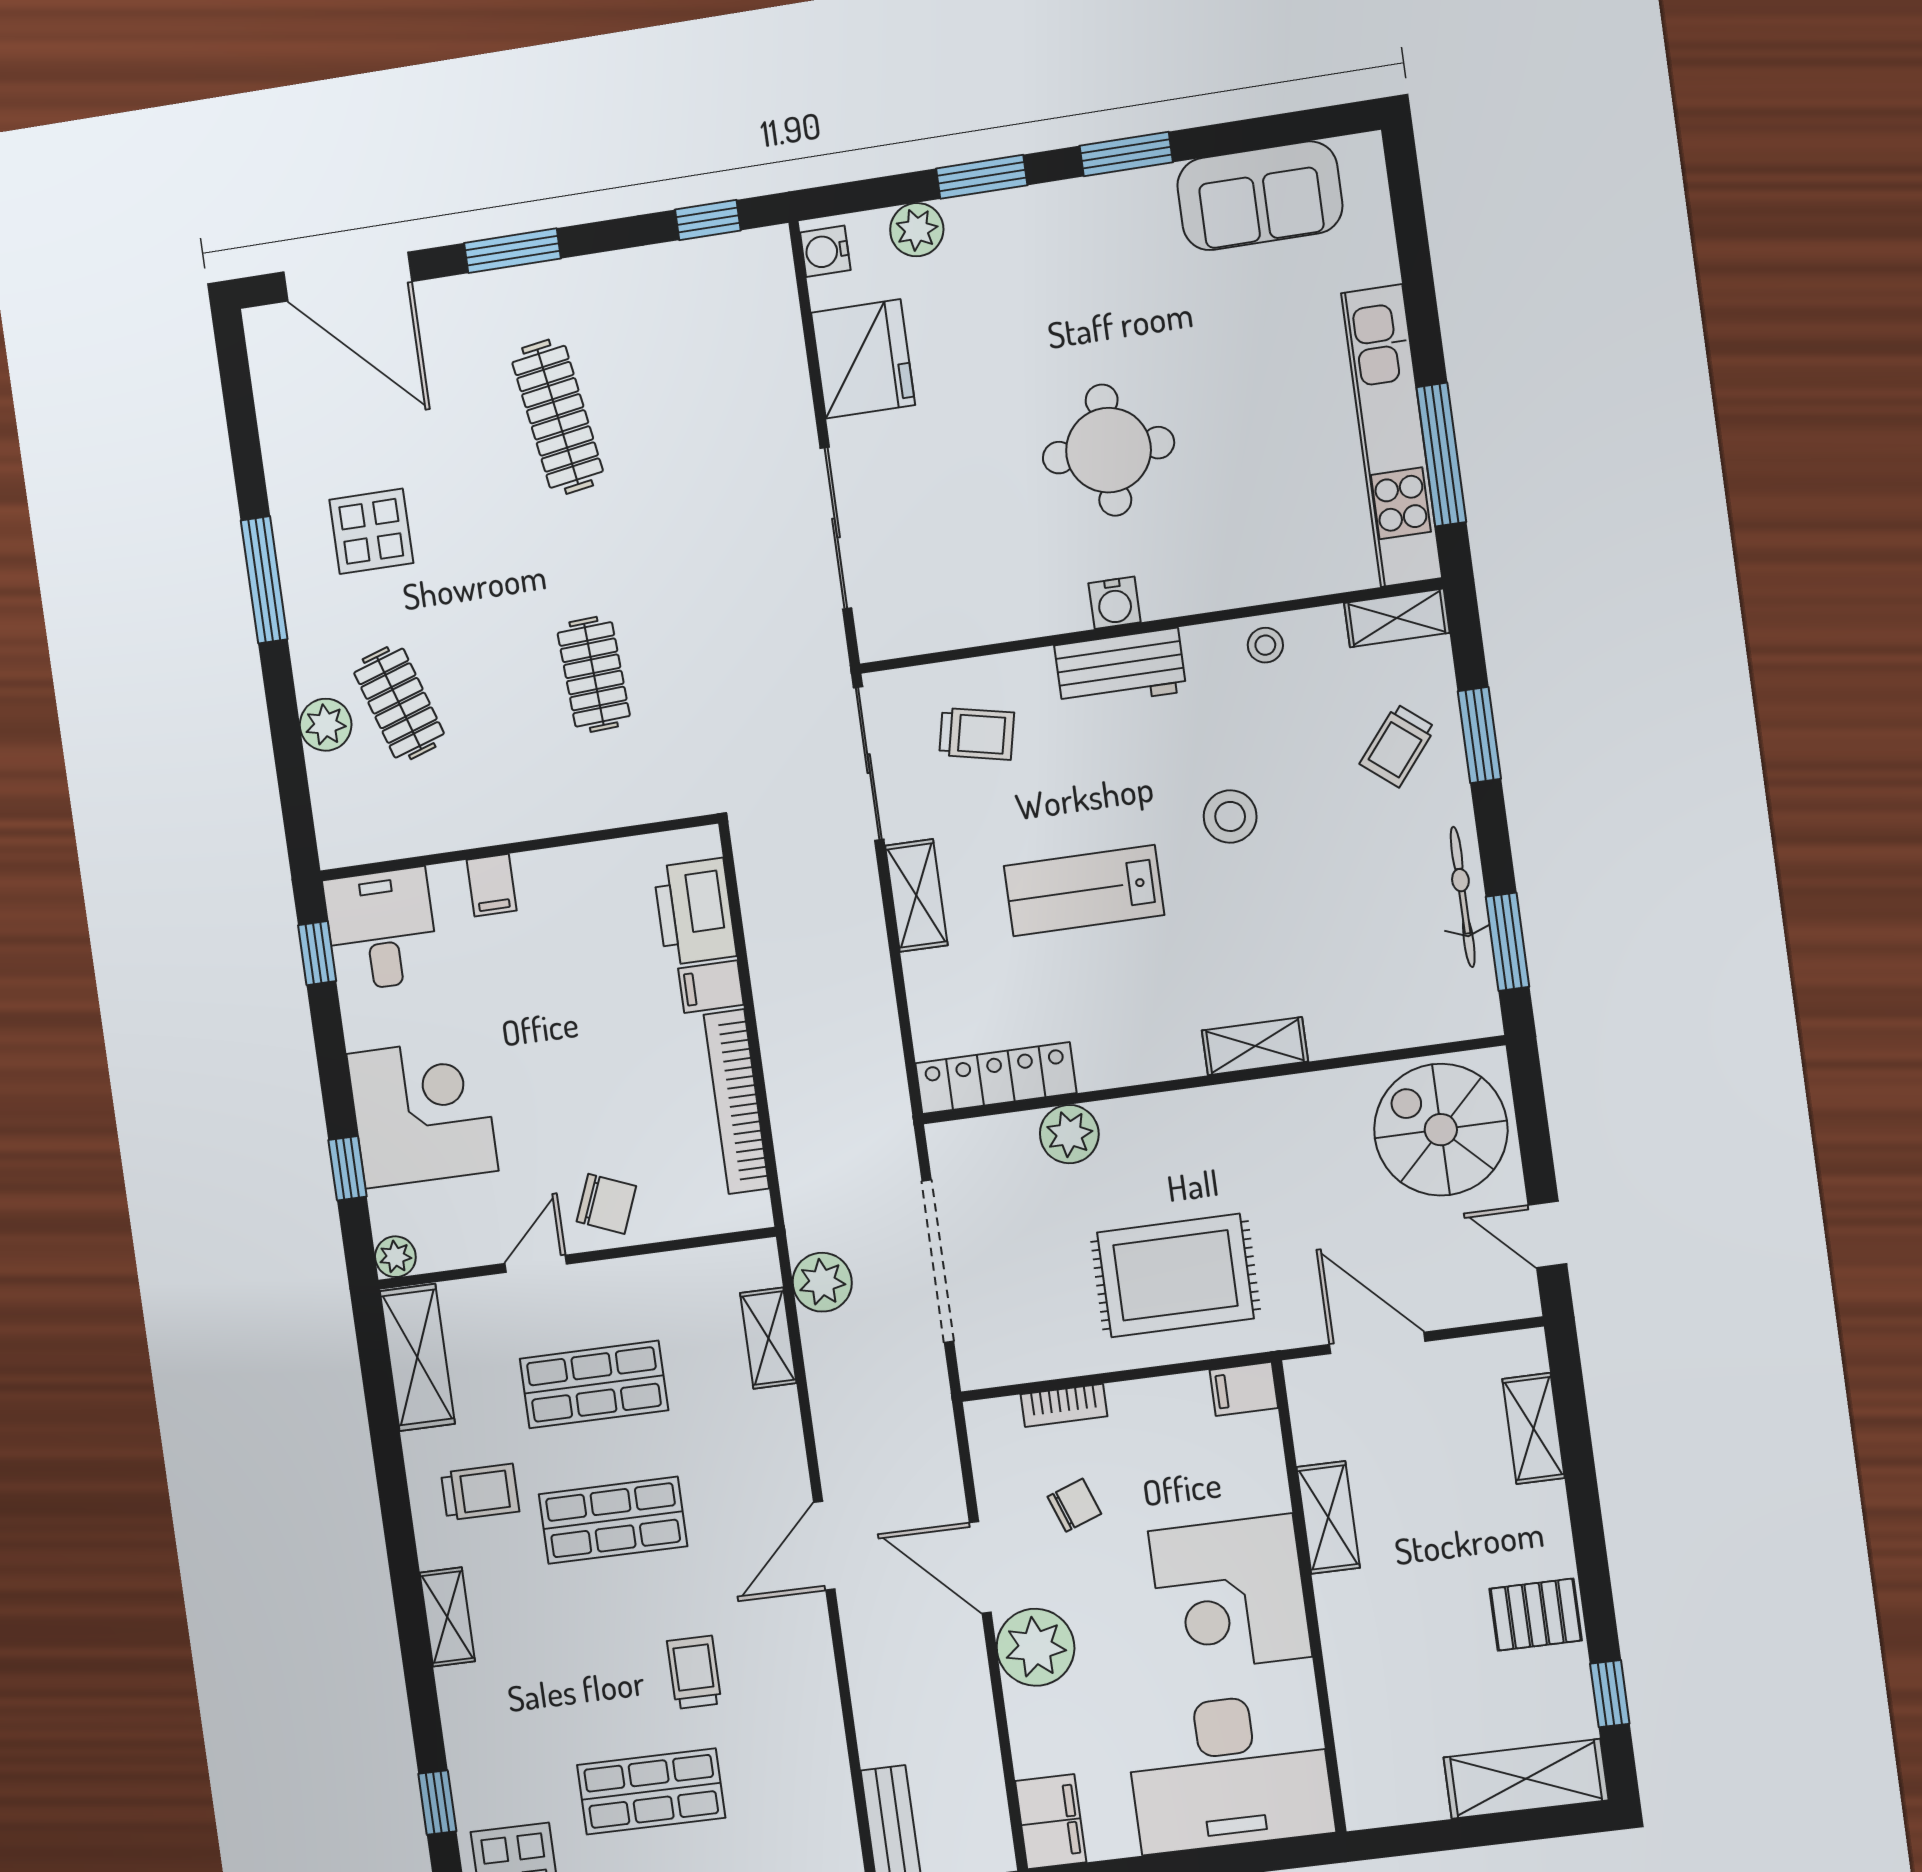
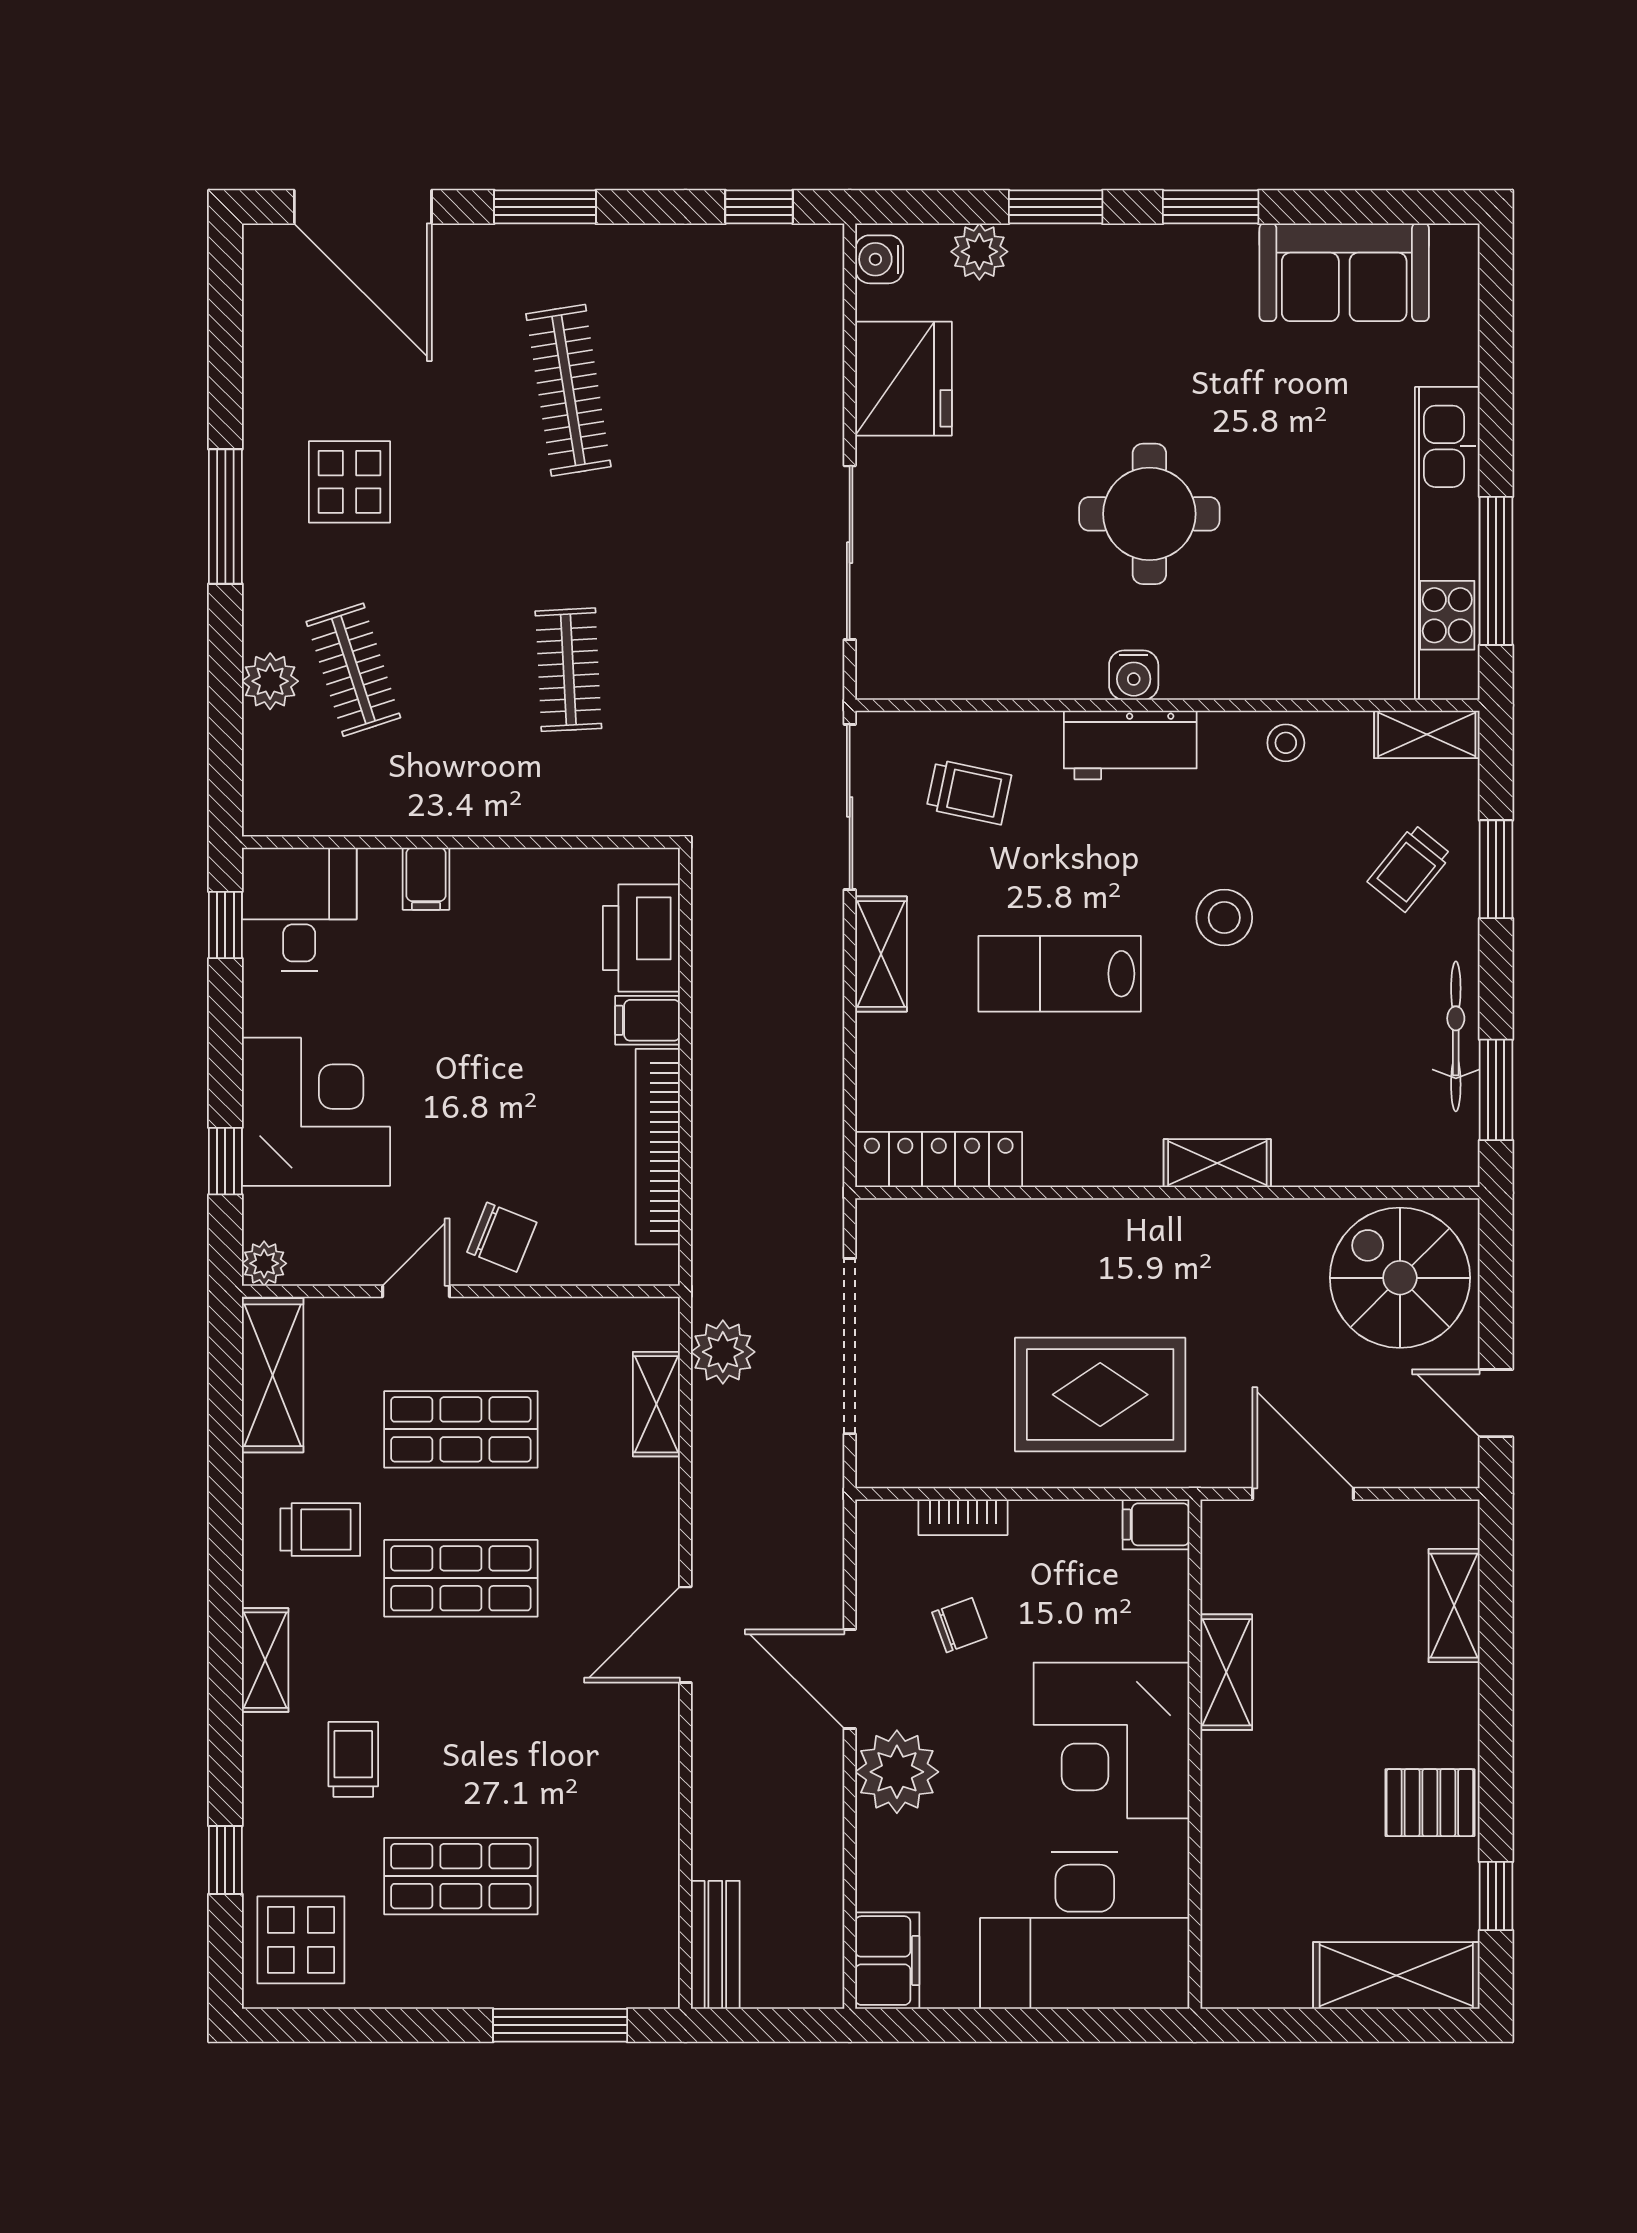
plant: (1069, 1134) -> (1008, 1230), removed
trolley: (694, 1672) -> (353, 1759), moved

